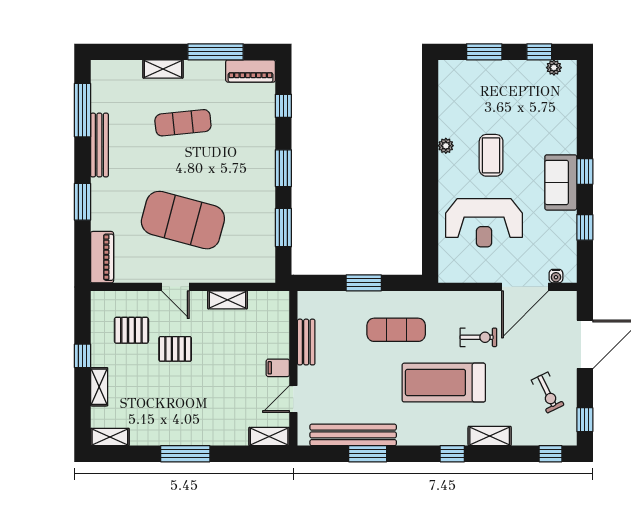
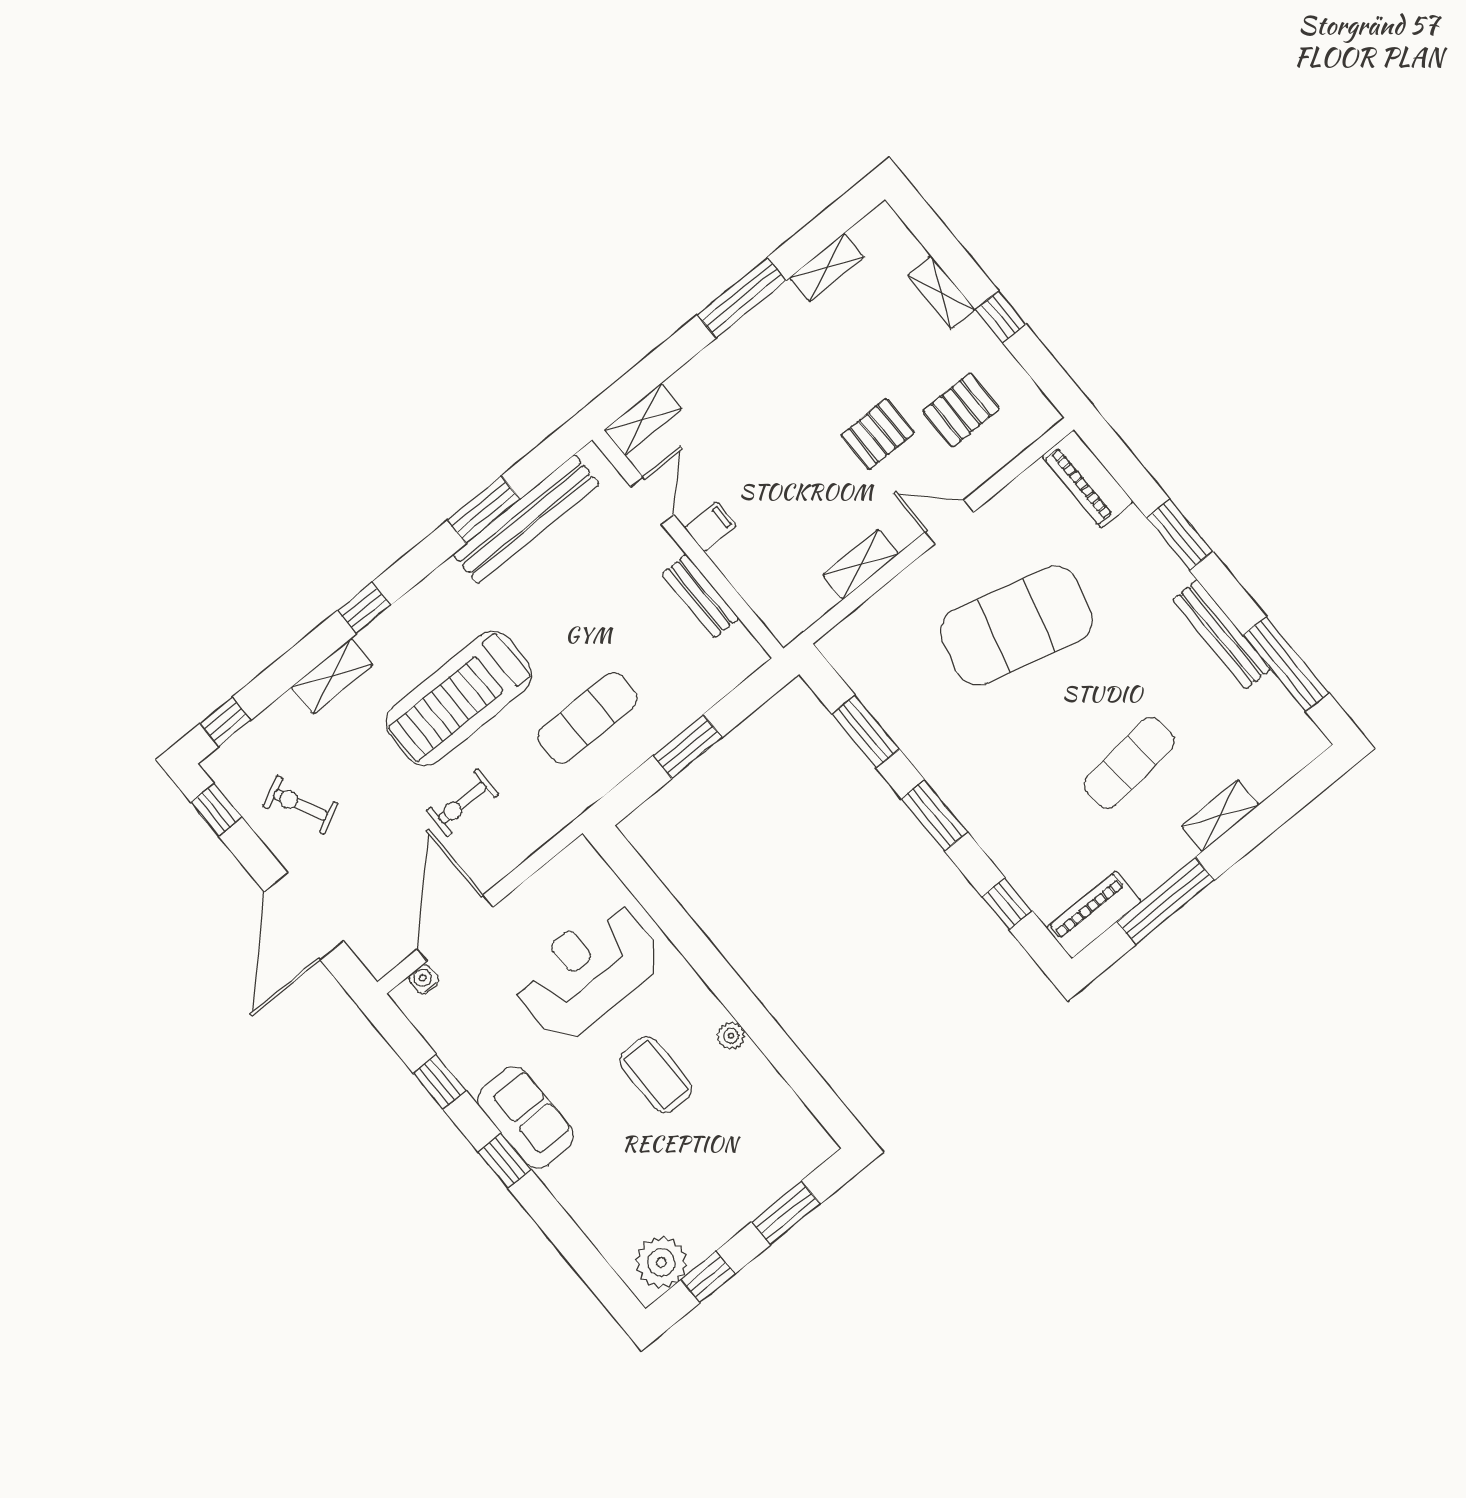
plant: (554, 68) -> (661, 1262), width x1.87, depth x1.87
treadmill: (444, 383) -> (459, 699), turned 180
shelving: (110, 437) -> (827, 267), moved

